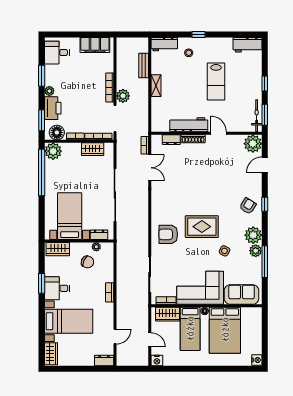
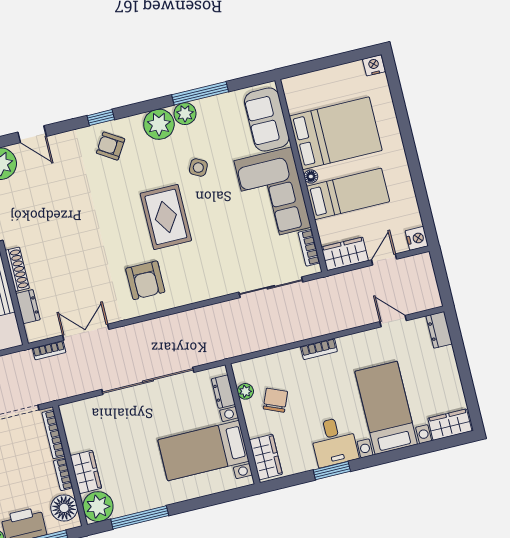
wardrobe: (93, 149) -> (86, 472), moved
window: (42, 172) -> (140, 517), width x0.68
armchair: (168, 234) -> (145, 280), moved
wardrobe: (168, 314) -> (345, 254), moved, turned -90

